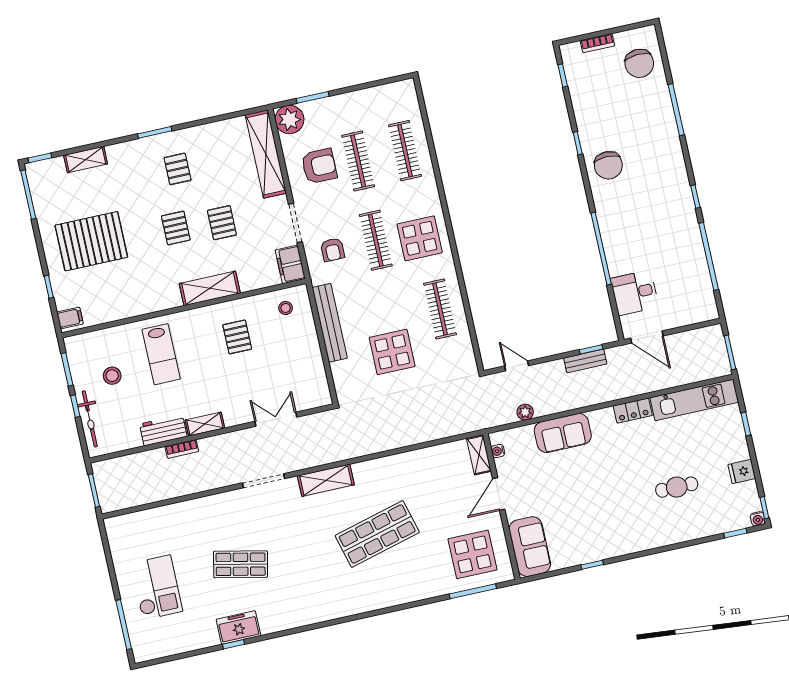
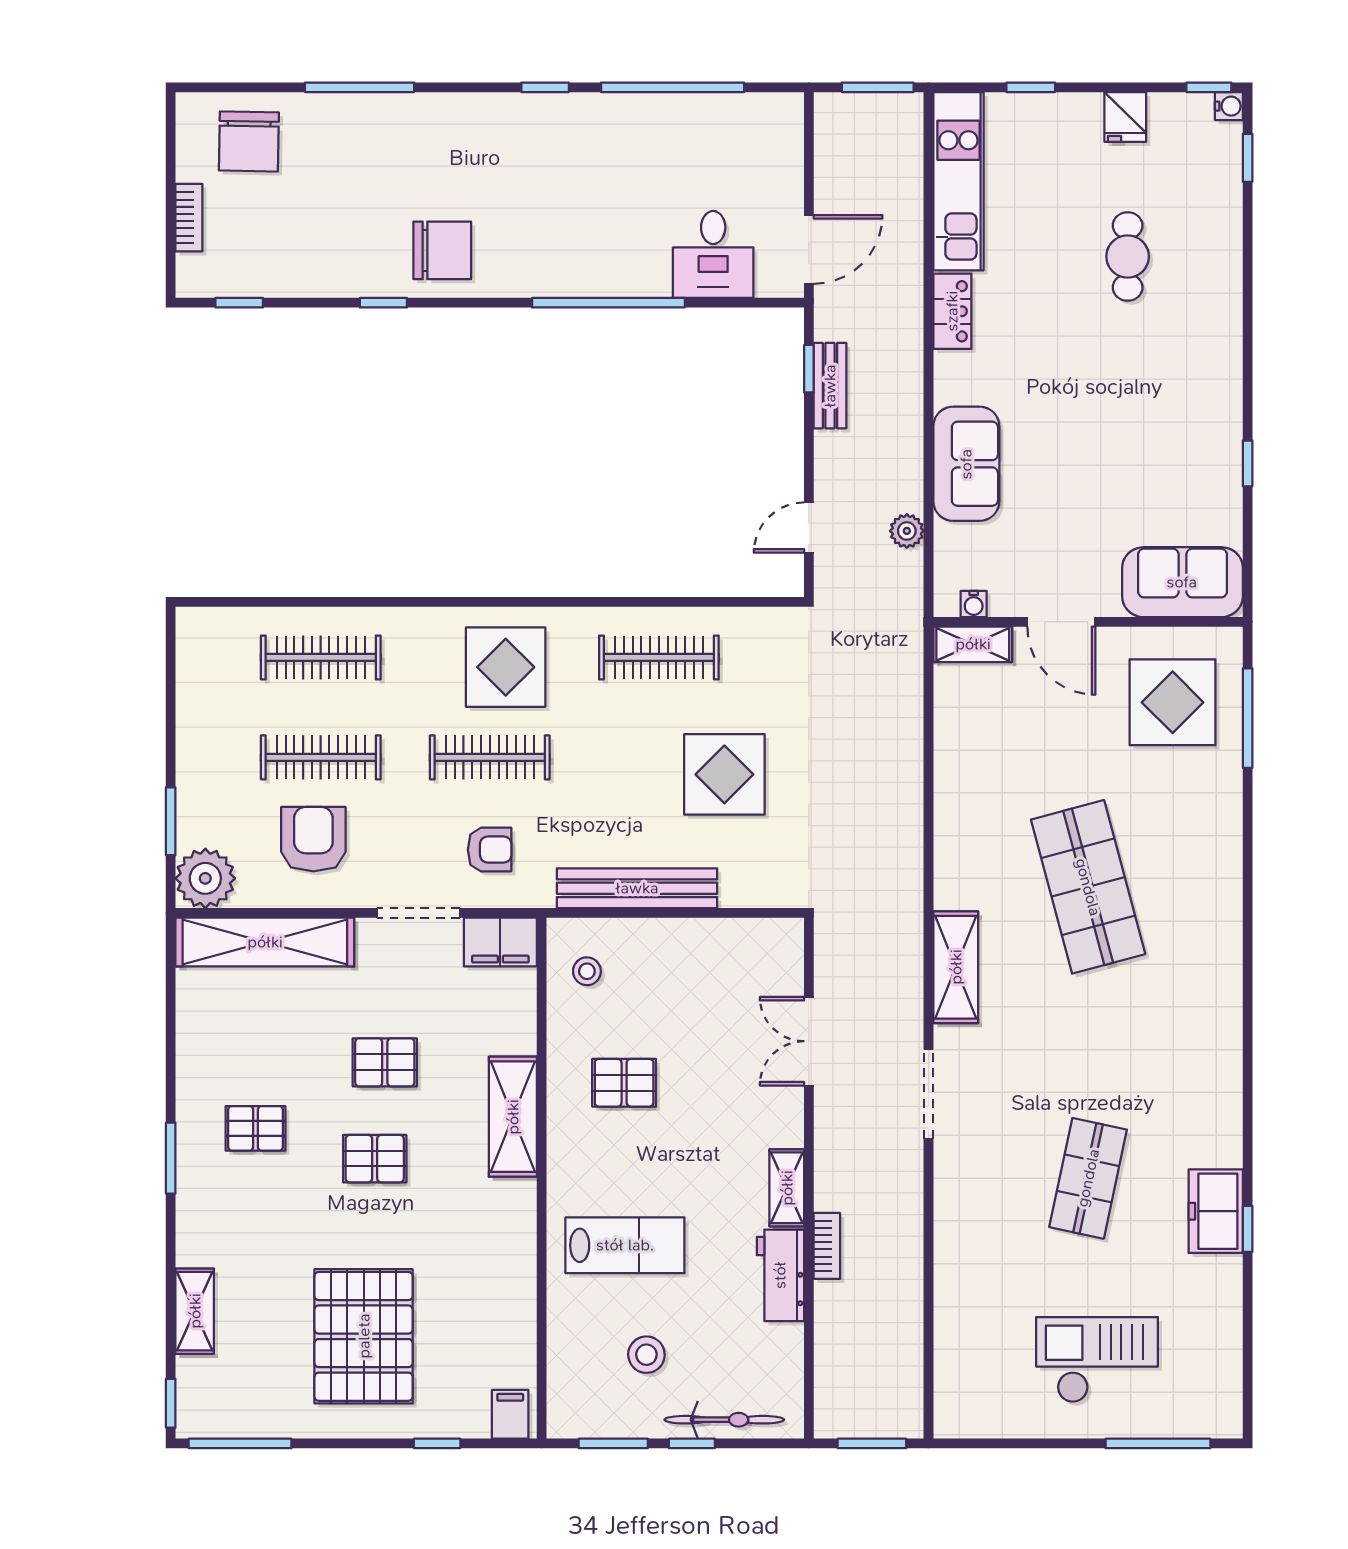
chair: (639, 63) -> (249, 141), turned 94

